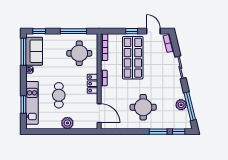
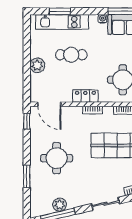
door: (99, 113) -> (49, 104), hinge flipped
window: (179, 132) -> (27, 121), moved

